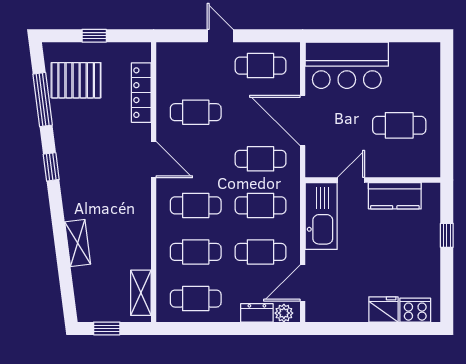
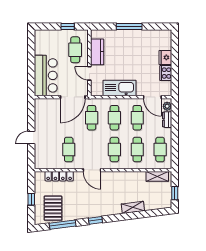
cafe table: (261, 66) -> (46, 118), removed
window: (447, 110) -> (68, 26), added
door: (154, 160) -> (92, 170), swing flipped
door: (351, 180) -> (89, 73), moved
wall: (373, 180) -> (89, 63), moved
kitchen counter: (395, 196) -> (97, 52), moved
window: (447, 235) -> (129, 26), width x2.17
cooker: (415, 310) -> (166, 73), moved

